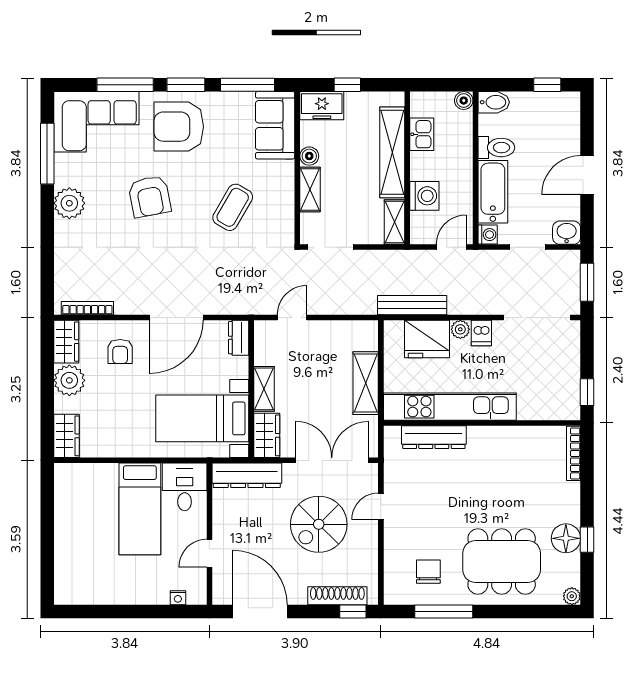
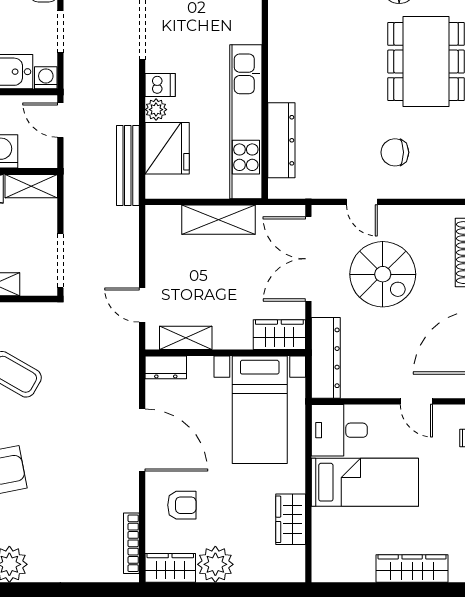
shelving: (264, 389) -> (186, 338), moved
wardrobe: (66, 436) -> (291, 519), moved, turned -90
wardrobe: (66, 549) -> (412, 569), added
chair: (428, 572) -> (395, 152), moved

